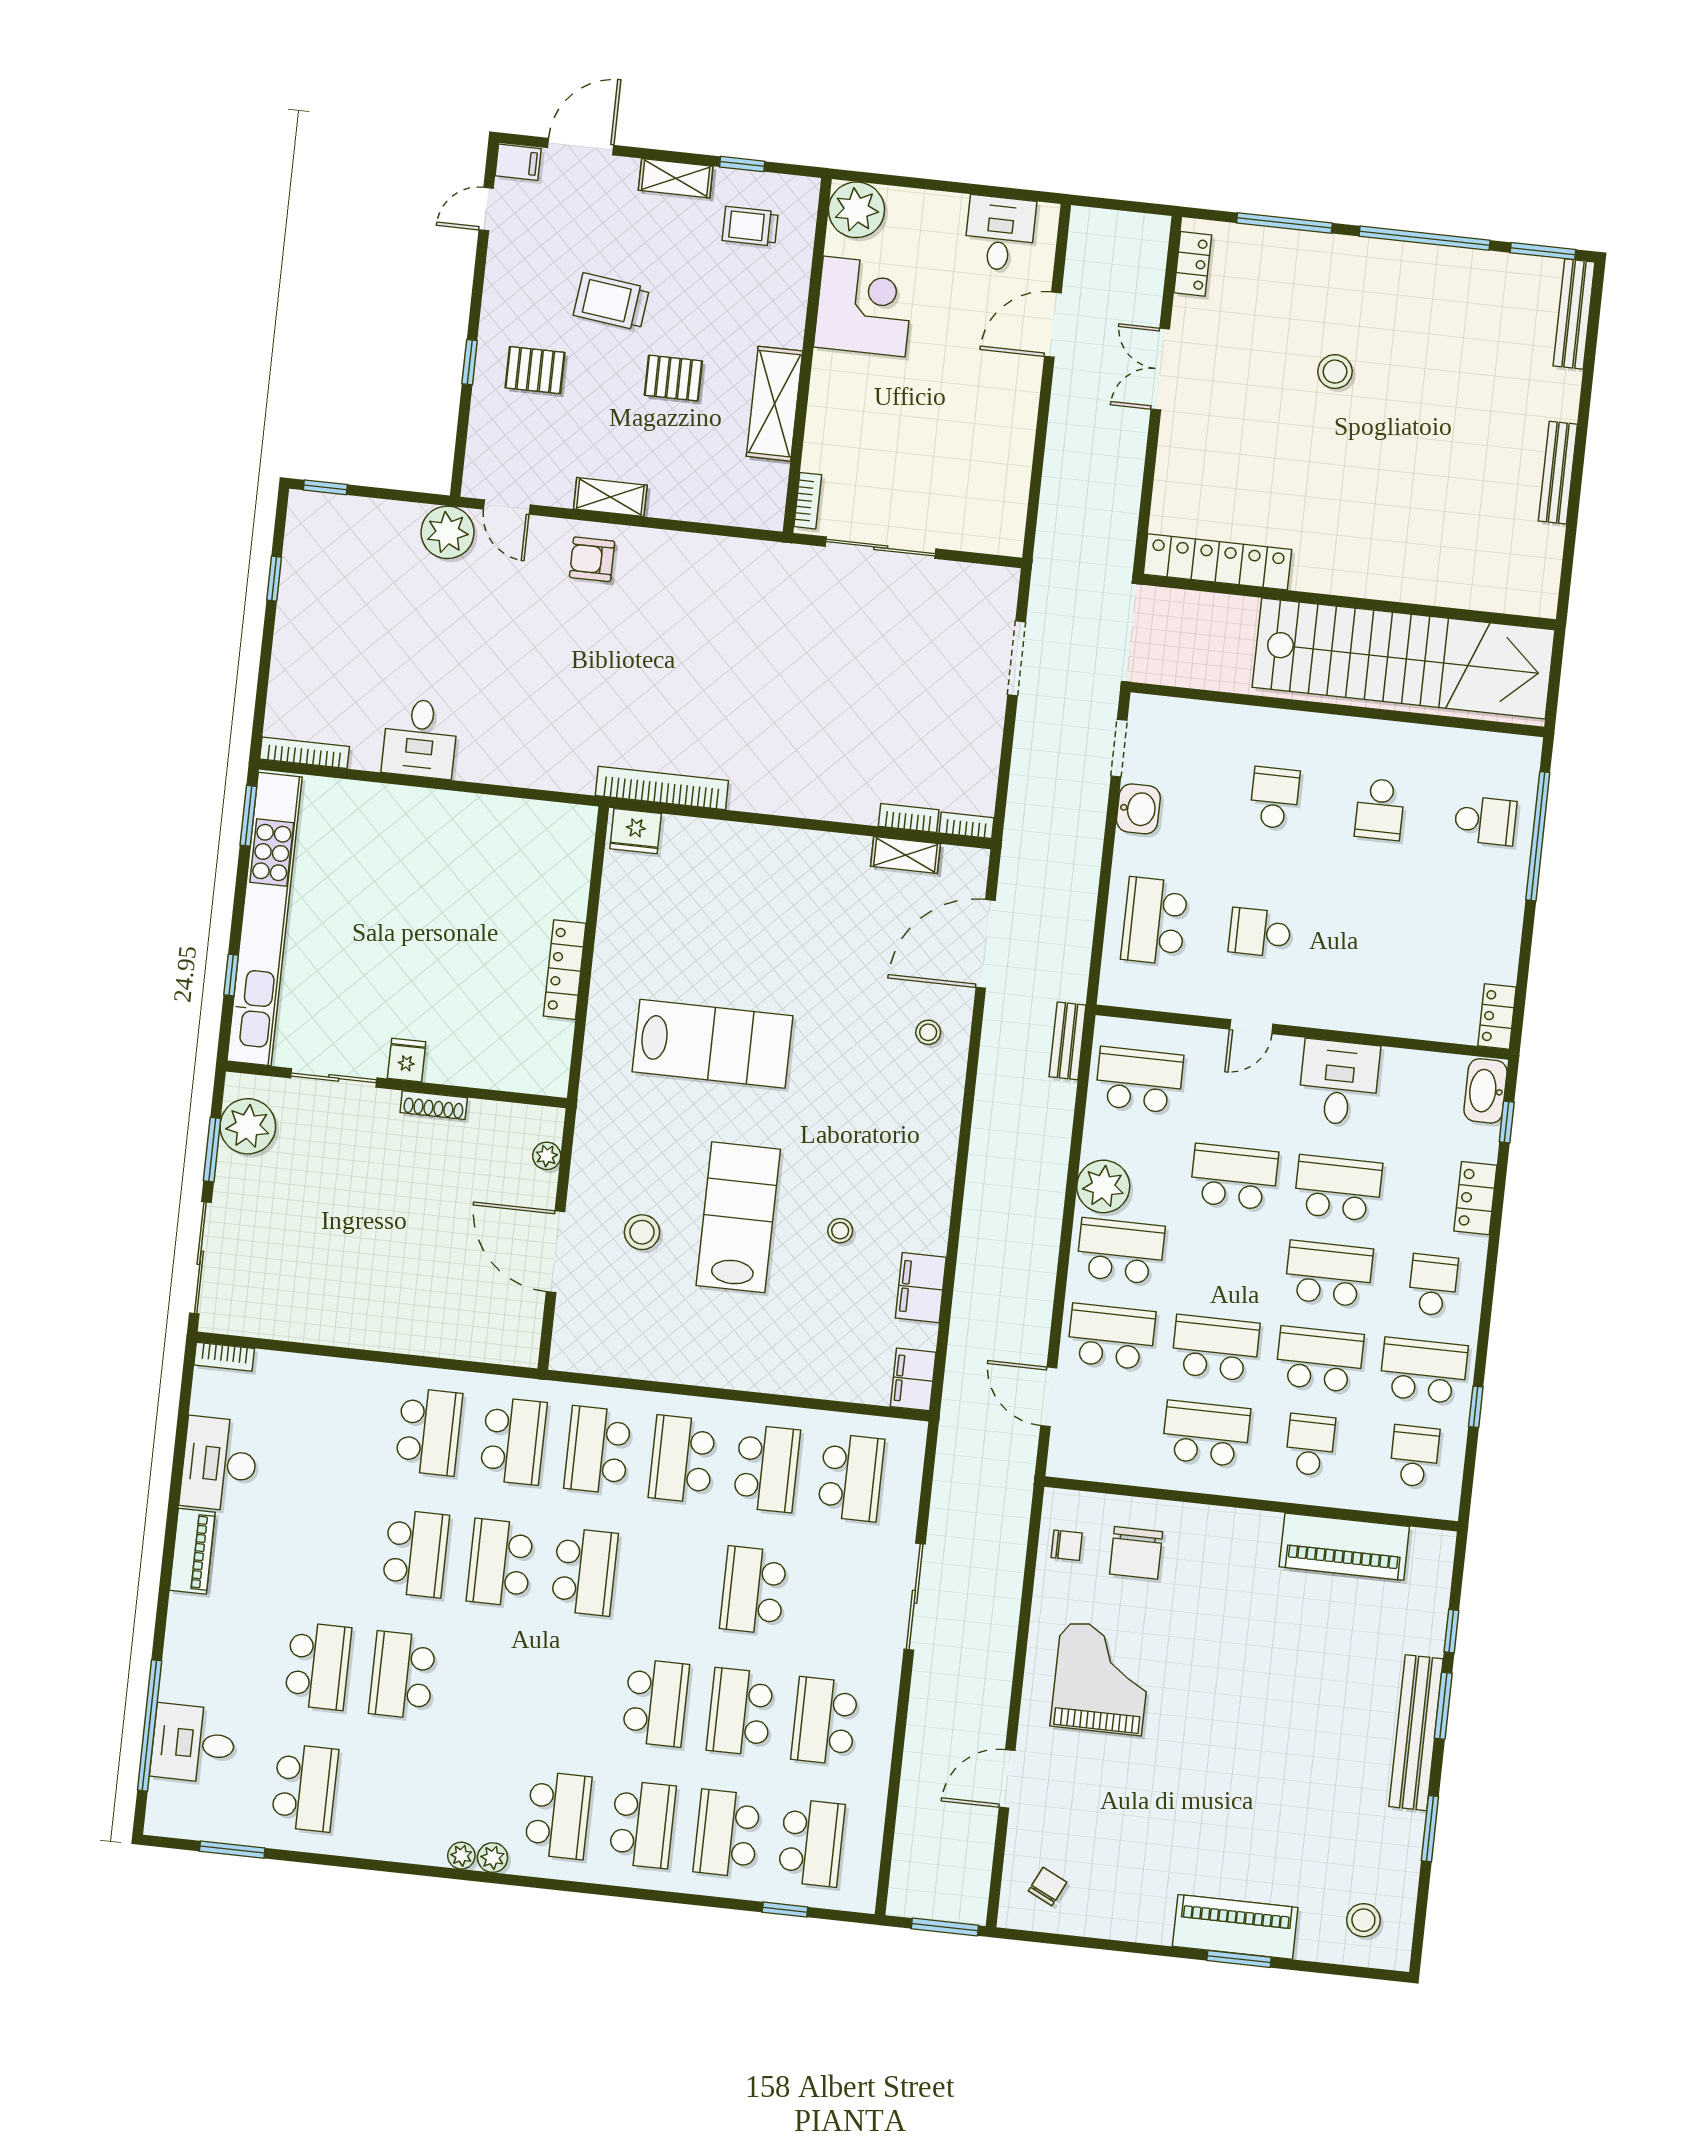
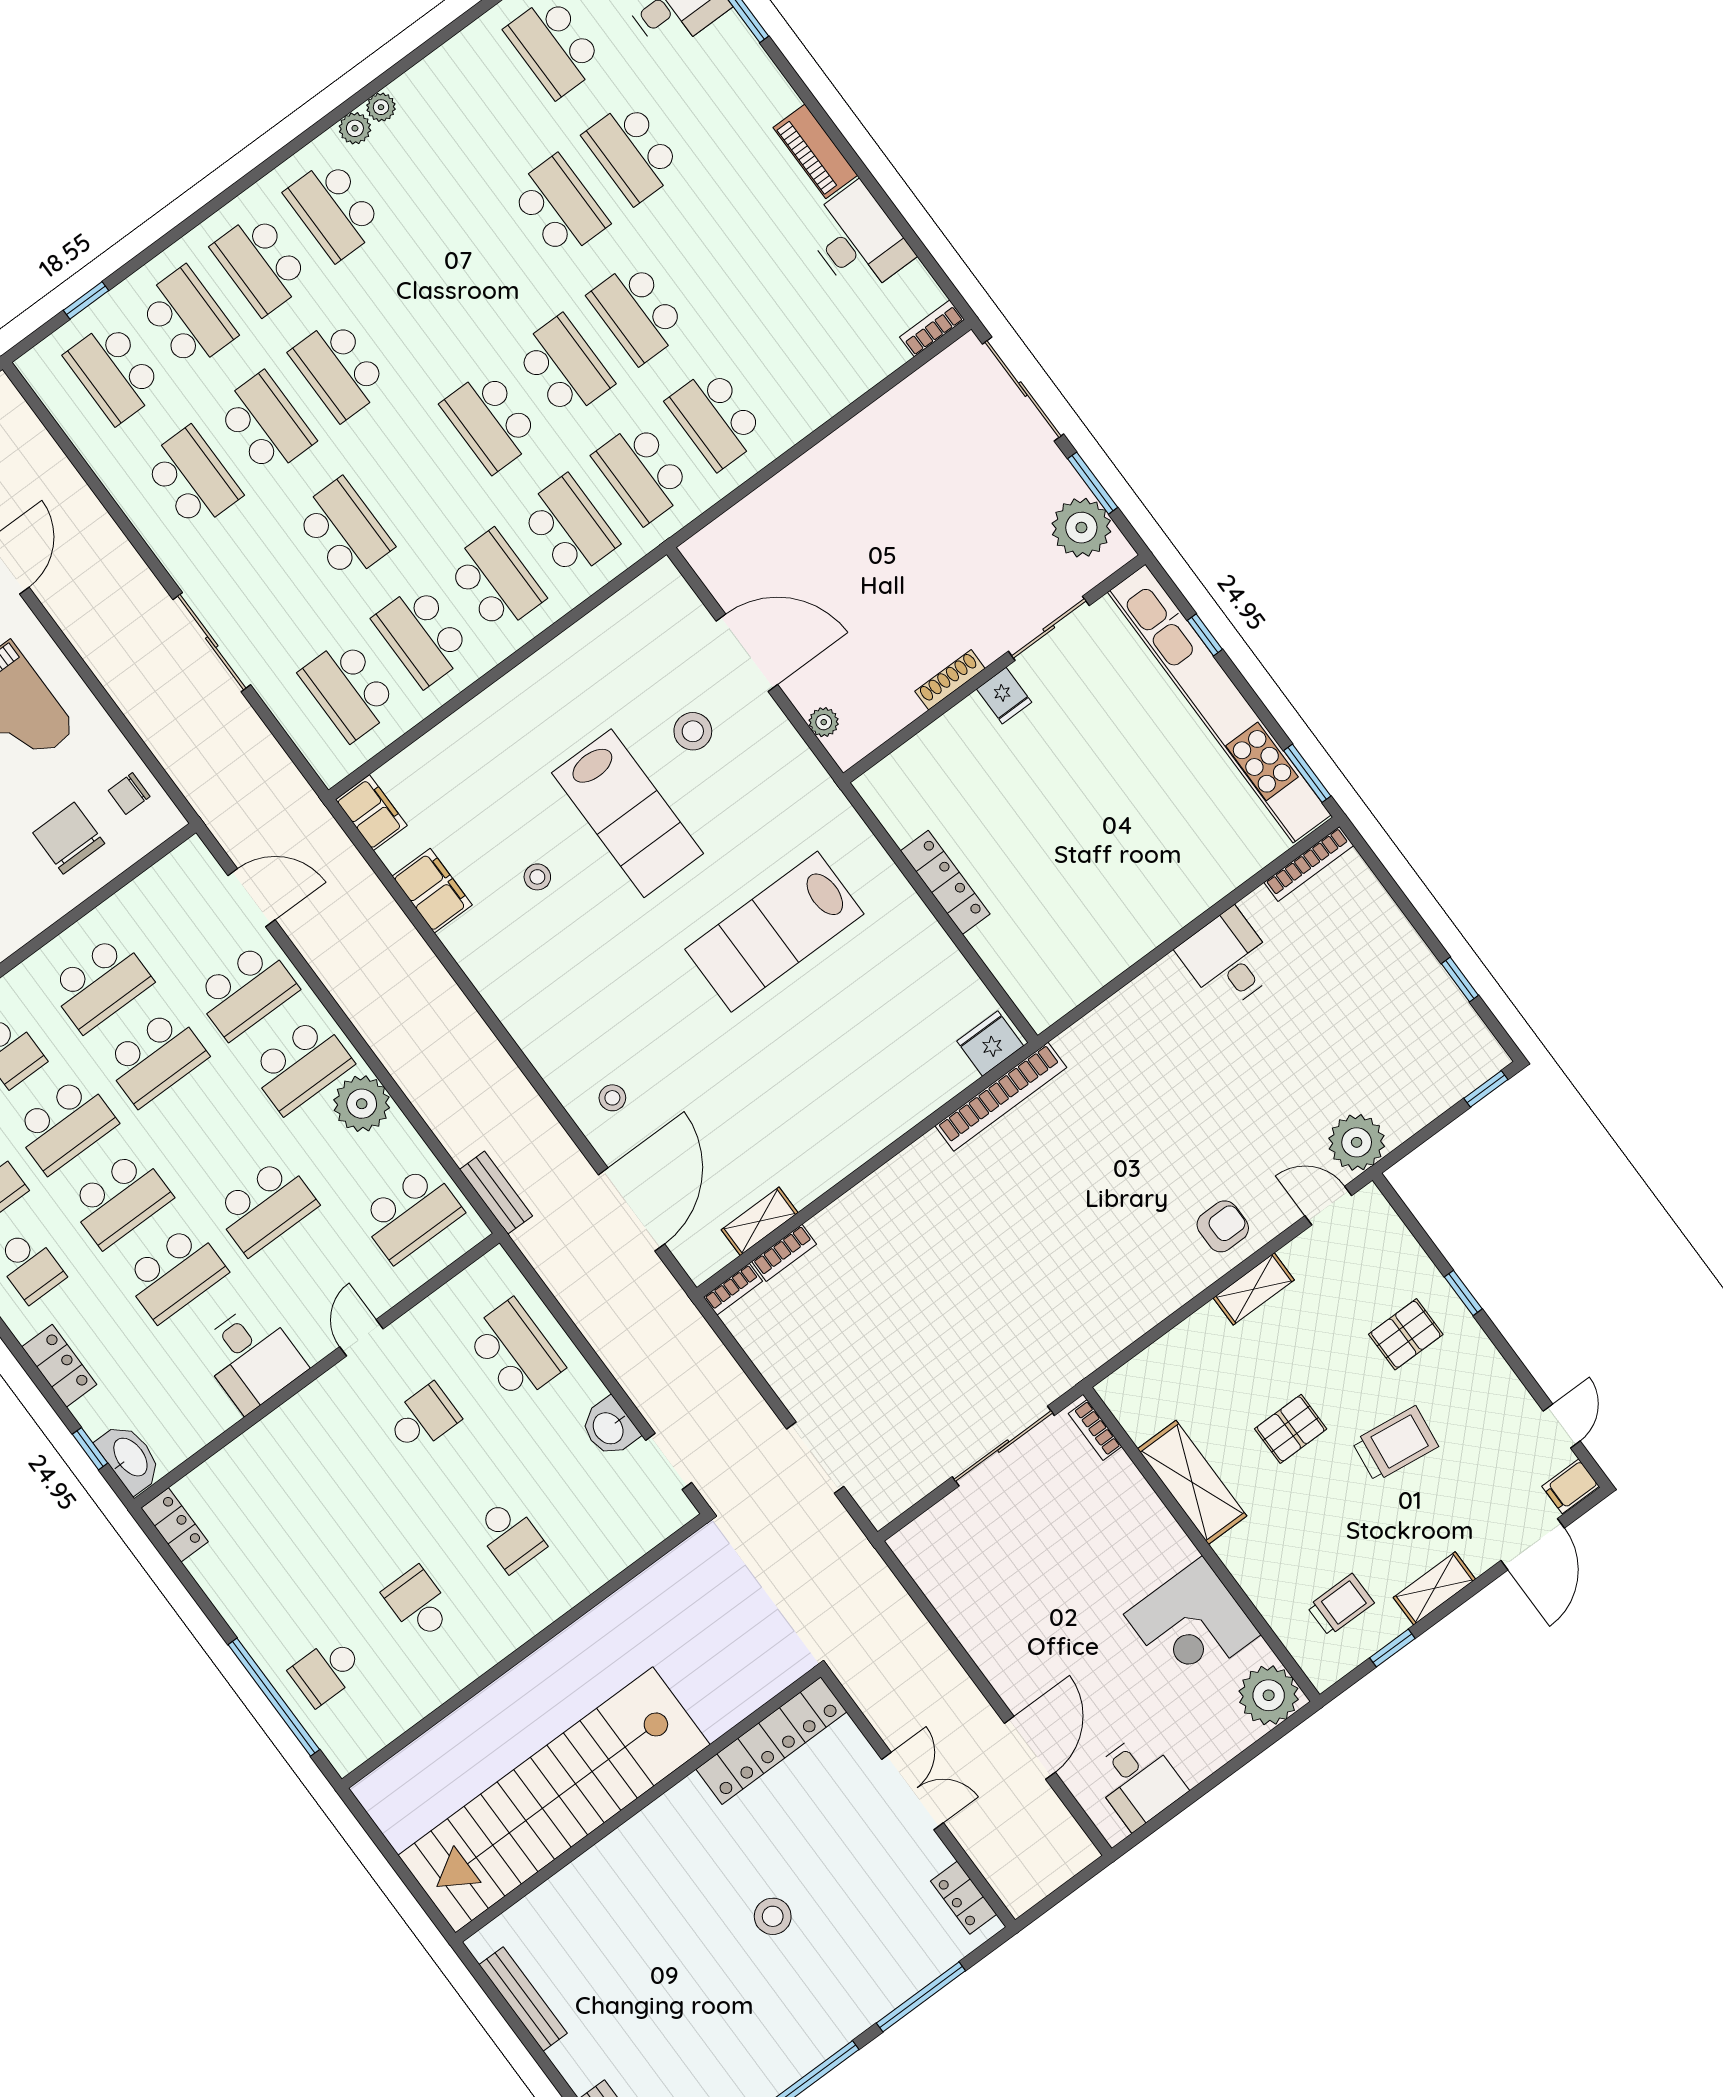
locker: (1217, 562) -> (771, 1741), moved
wall: (1349, 602) -> (638, 1805), moved
stairs: (1404, 659) -> (554, 1800), moved

